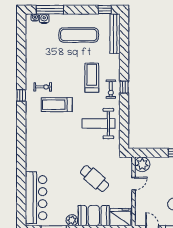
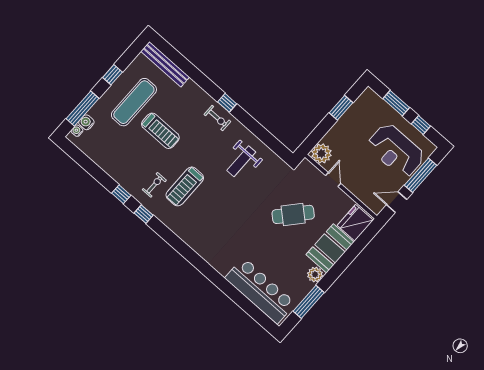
window: (105, 10) -> (112, 75), moved
window: (21, 73) -> (121, 194), added
treadmill: (92, 78) -> (160, 131), moved, turned 180
weight bench: (99, 124) -> (241, 161), width x0.73, depth x0.75

